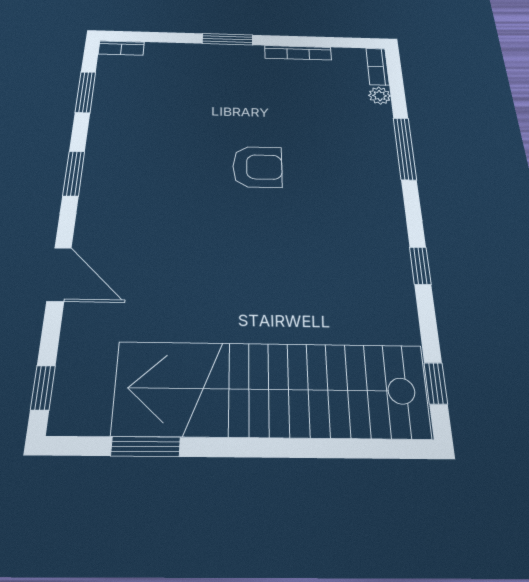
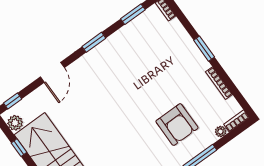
armchair: (257, 167) -> (177, 125), moved, width x1.36, depth x1.36
plant: (89, 416) -> (15, 123), added
window: (146, 447) -> (19, 148), width x0.67

